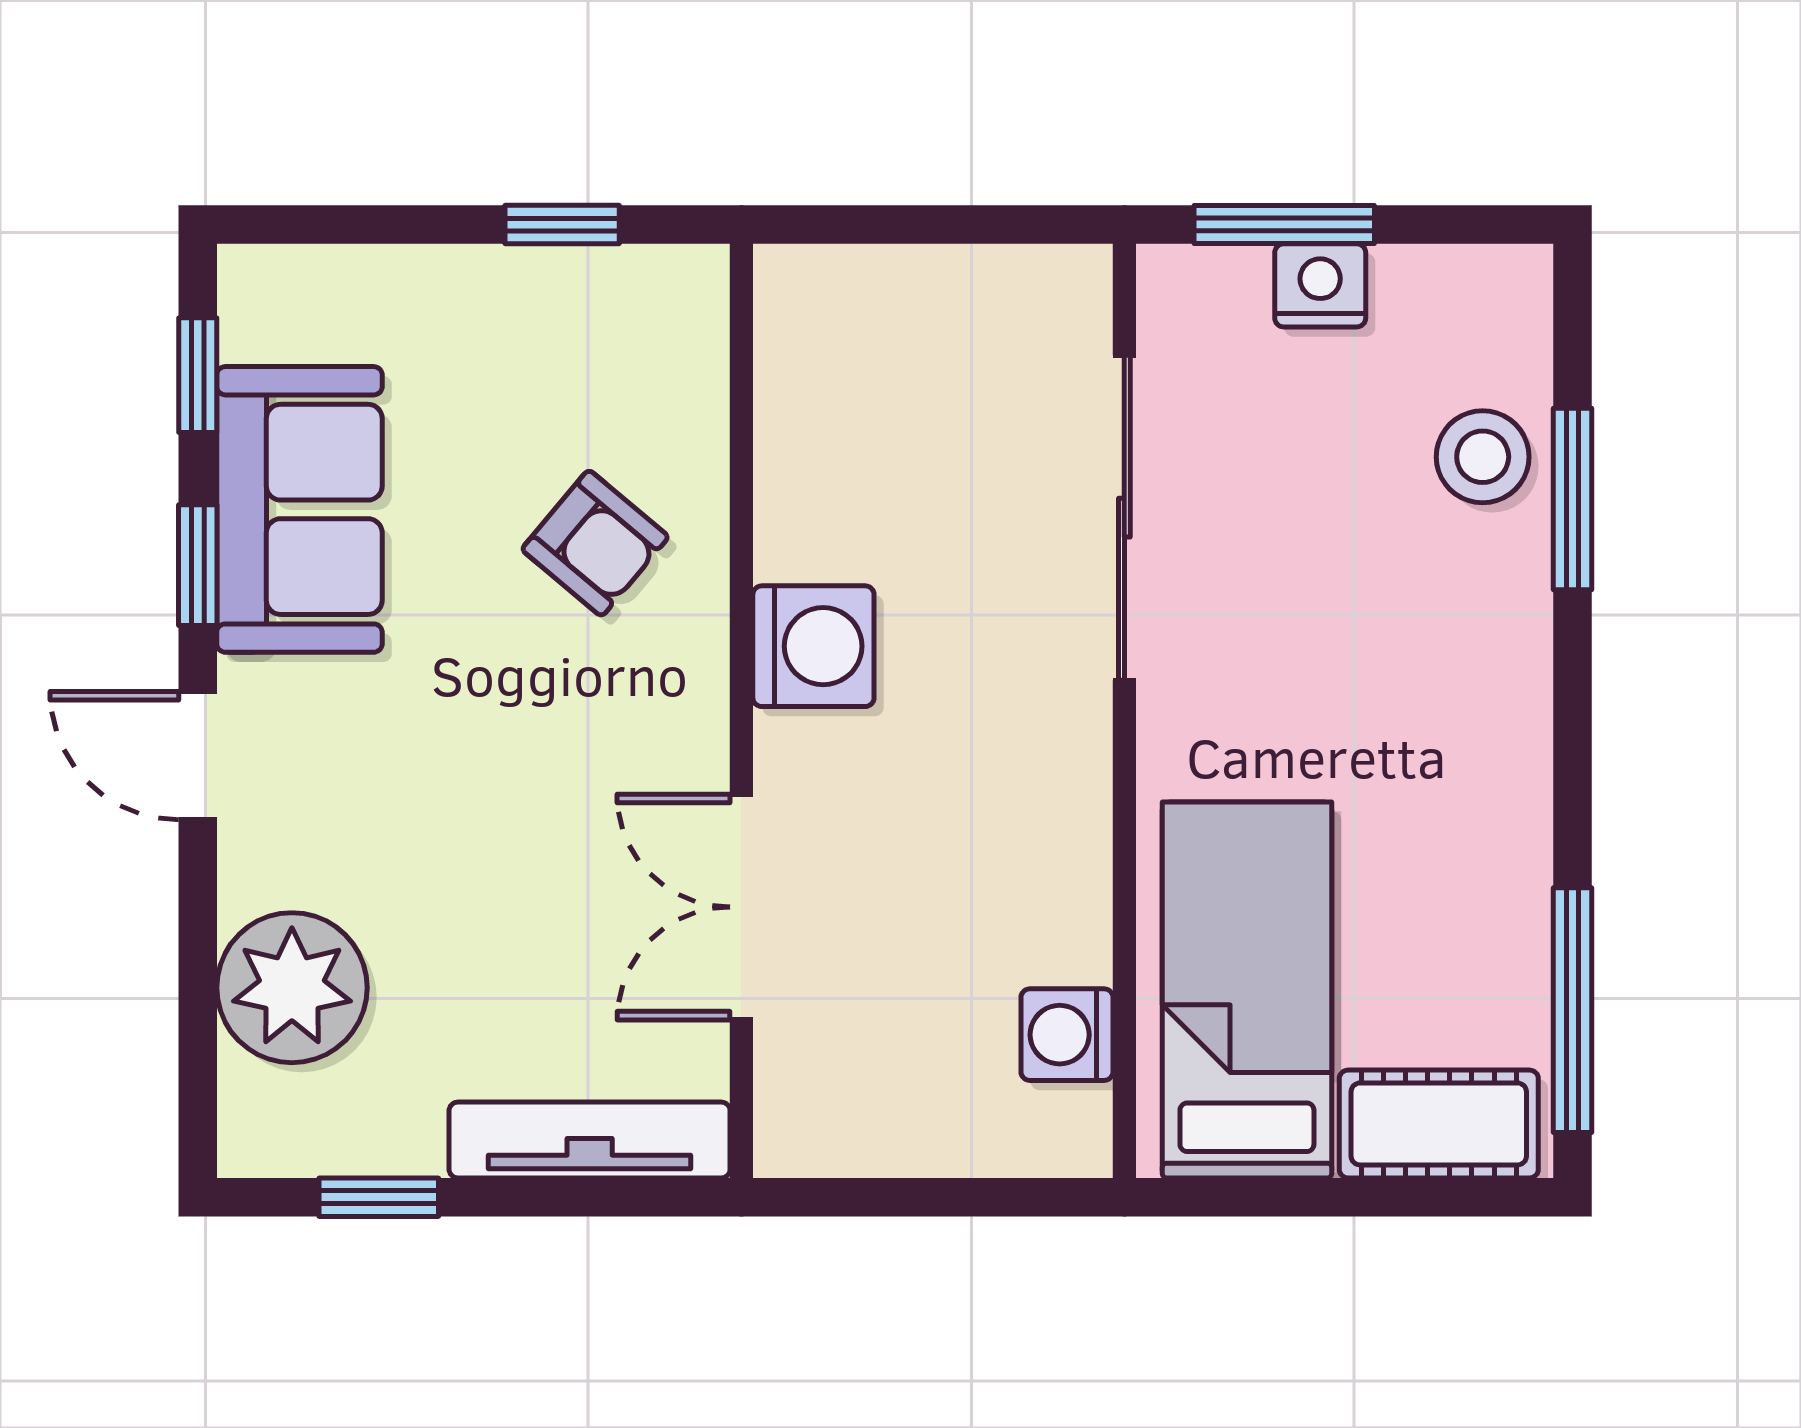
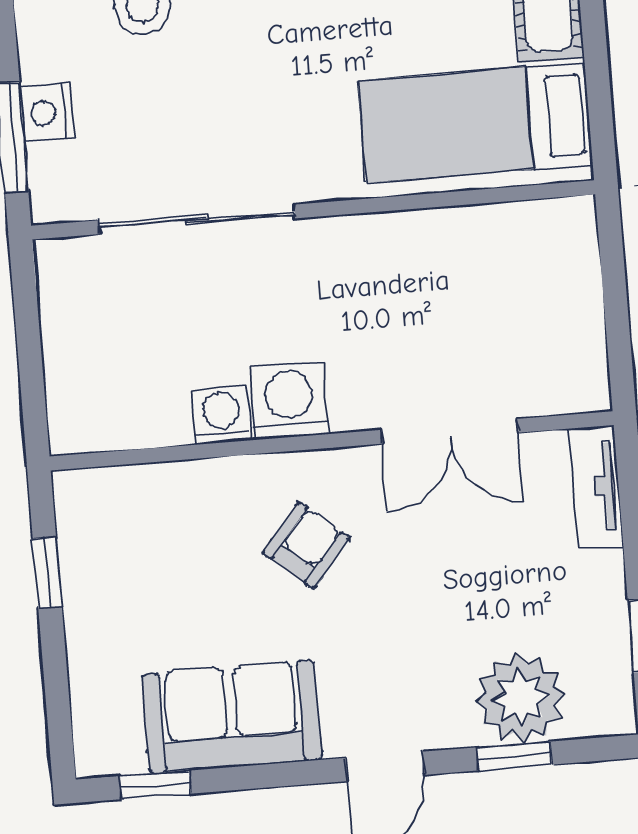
armchair: (595, 543) -> (306, 545), moved
window: (198, 565) -> (514, 756), moved
washing machine: (1067, 1035) -> (221, 415), moved, turned 180
tv unit: (590, 1140) -> (596, 487), width x0.71

